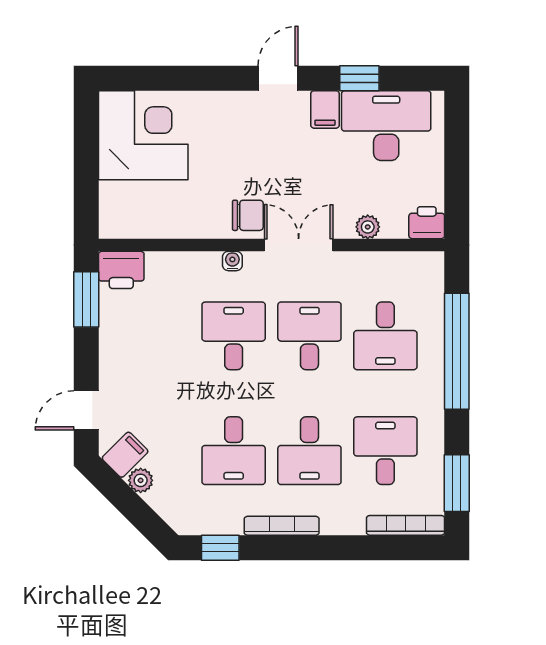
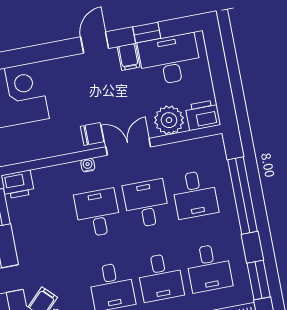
printer: (427, 223) -> (203, 115), width x1.36, depth x1.24
plant: (368, 227) -> (169, 120), width x1.88, depth x1.88
desk: (385, 451) -> (209, 268), turned 180

